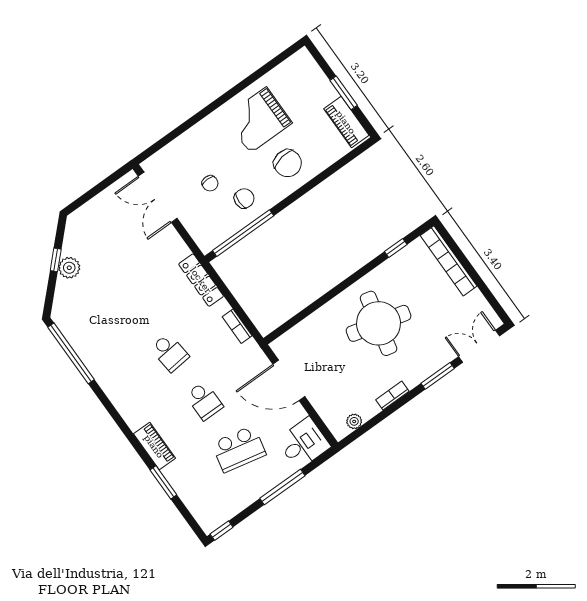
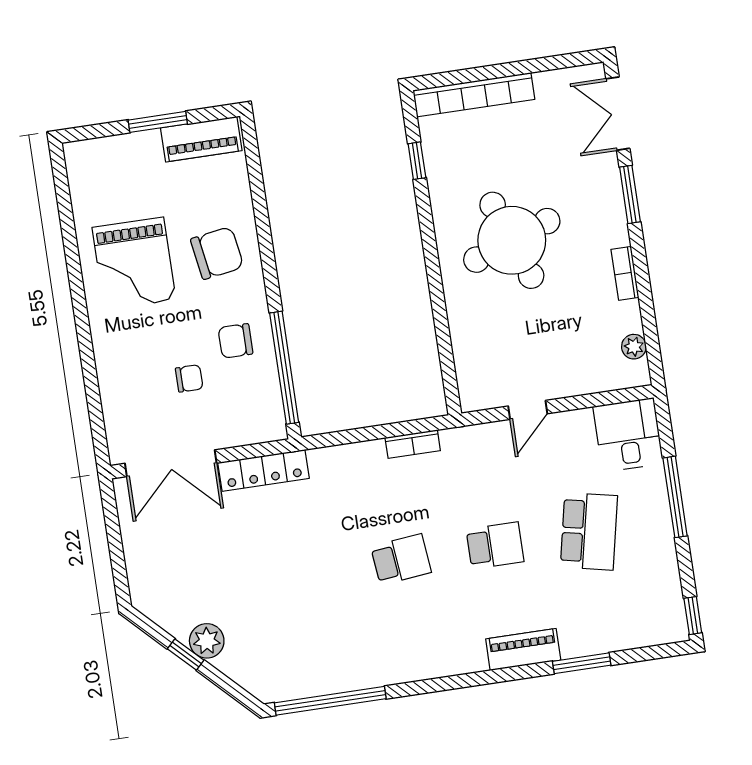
chair: (244, 198) -> (235, 341), turned -90
locker: (201, 280) -> (264, 470), moved
round table: (379, 323) -> (512, 240), turned -34
door: (289, 380) -> (528, 410), width x0.53

